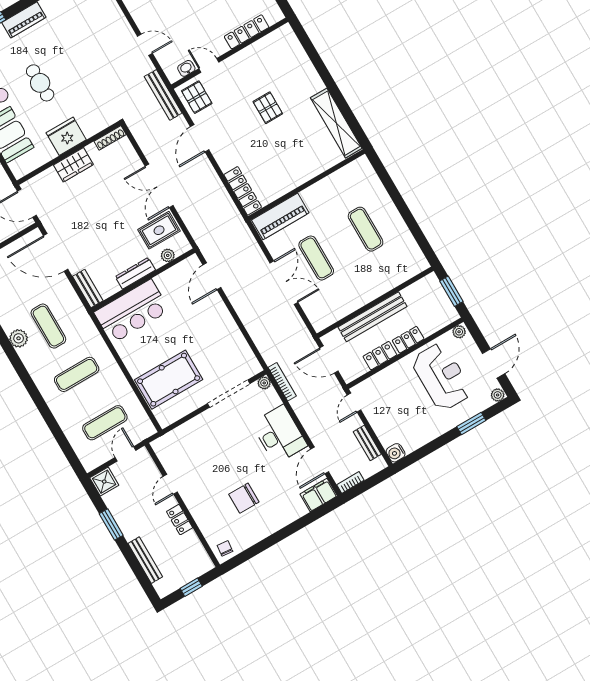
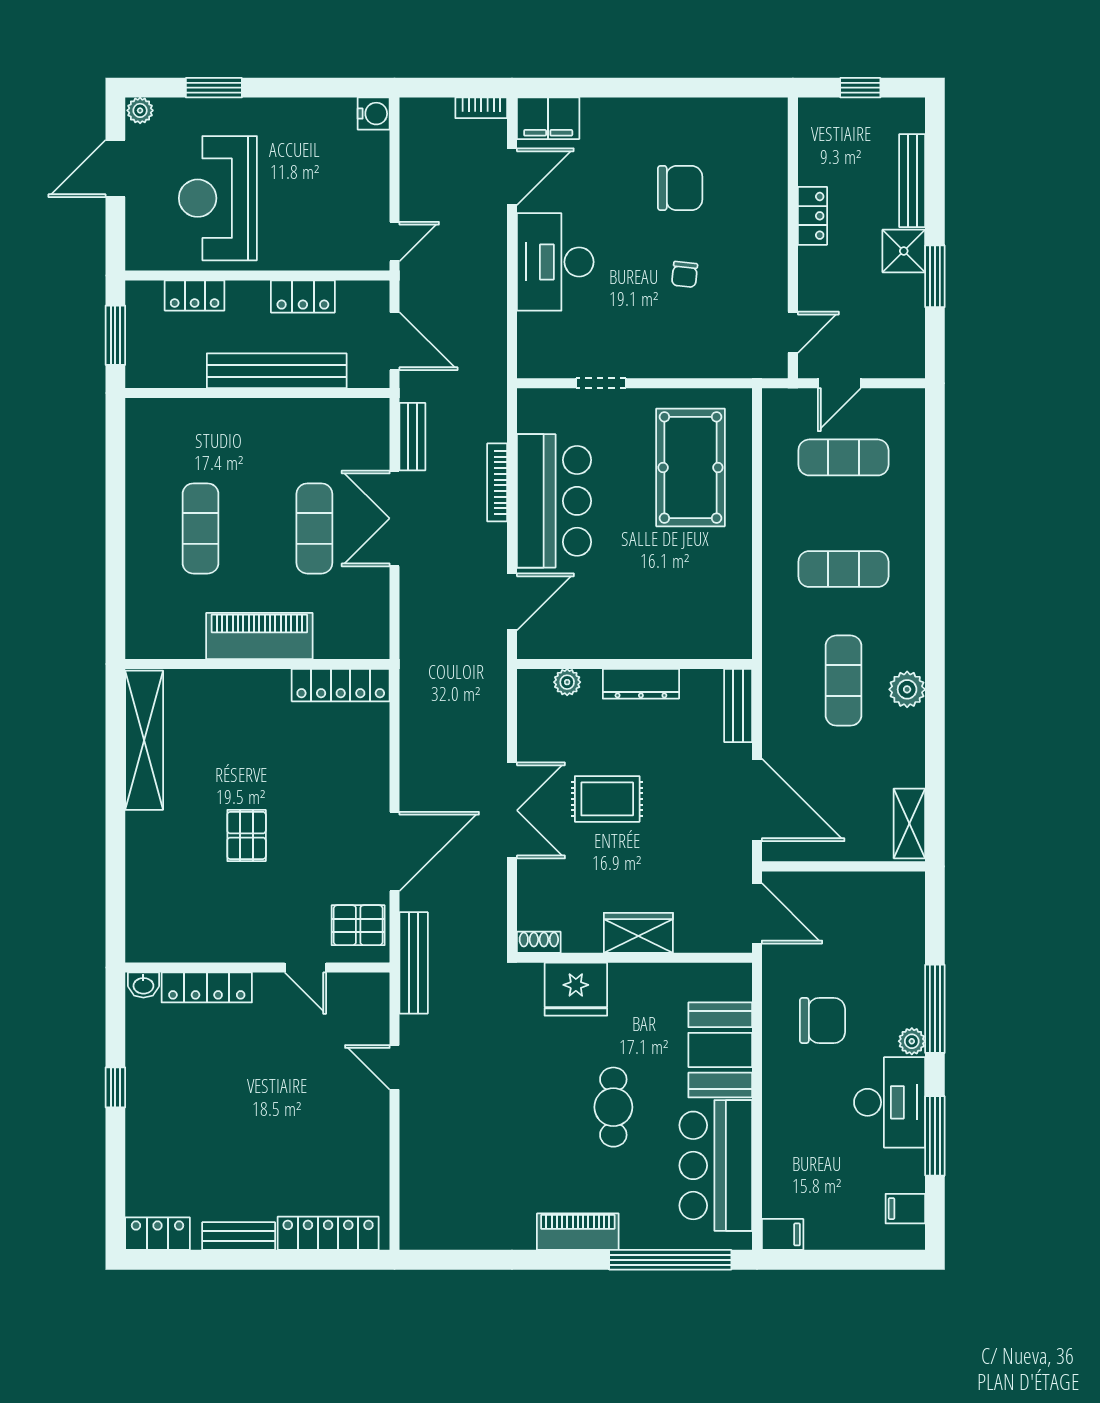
washbasin: (186, 68) -> (143, 985), moved
pallet: (197, 97) -> (358, 925), turned 90
fridge: (66, 136) -> (576, 989), moved
shoe rack: (110, 138) -> (539, 942), width x0.70
door: (200, 138) -> (395, 851), width x1.36
locker: (243, 191) -> (341, 685), moved, turned -90
piano: (280, 216) -> (259, 636), moved
rug: (159, 230) -> (607, 799), moved
bar counter: (132, 311) -> (554, 501), moved, turned 90
plant: (459, 332) -> (143, 258), removed
locker: (408, 340) -> (195, 295), moved
pool table: (169, 380) -> (690, 467), turned 90
bookcase: (282, 382) -> (497, 482), moved
plant: (264, 383) -> (530, 366), removed
doorway: (229, 394) -> (601, 383), width x0.53
bench: (367, 443) -> (412, 437), moved
shower: (104, 482) -> (904, 251), moved
door: (170, 484) -> (793, 332), moved
chair: (225, 548) -> (685, 274), moved

